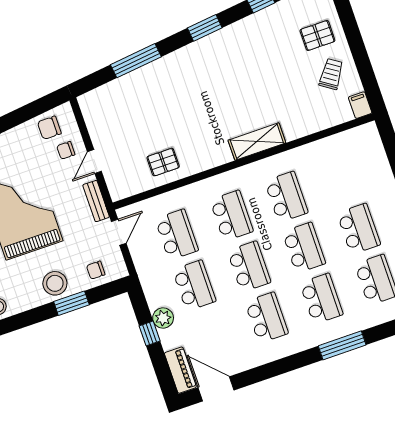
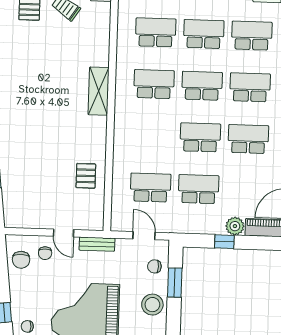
school desk: (232, 216) -> (156, 32), moved
door: (119, 232) -> (144, 236), moved
chair: (96, 270) -> (154, 266), turned 90
window: (71, 303) -> (175, 283), moved
plant: (163, 318) -> (235, 226), moved

